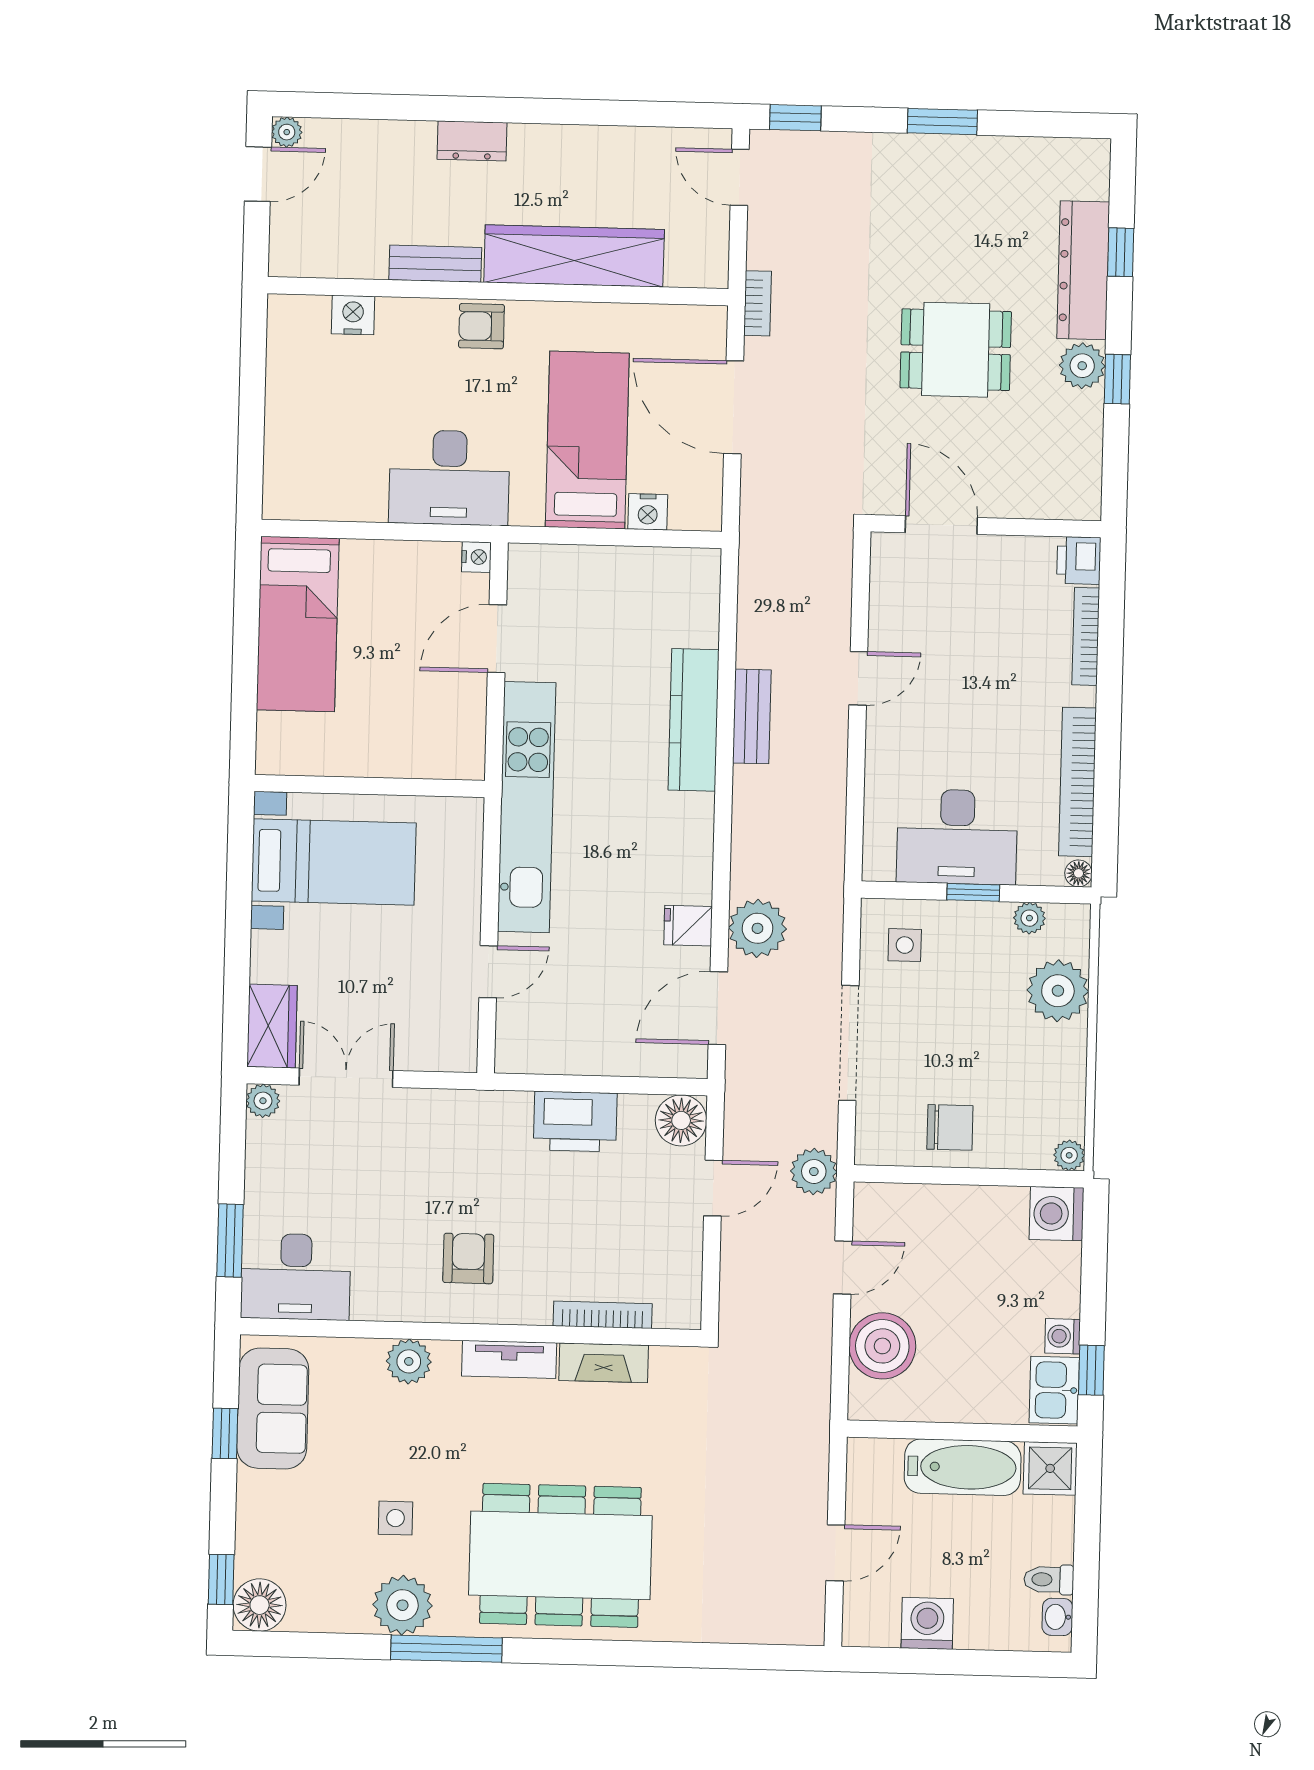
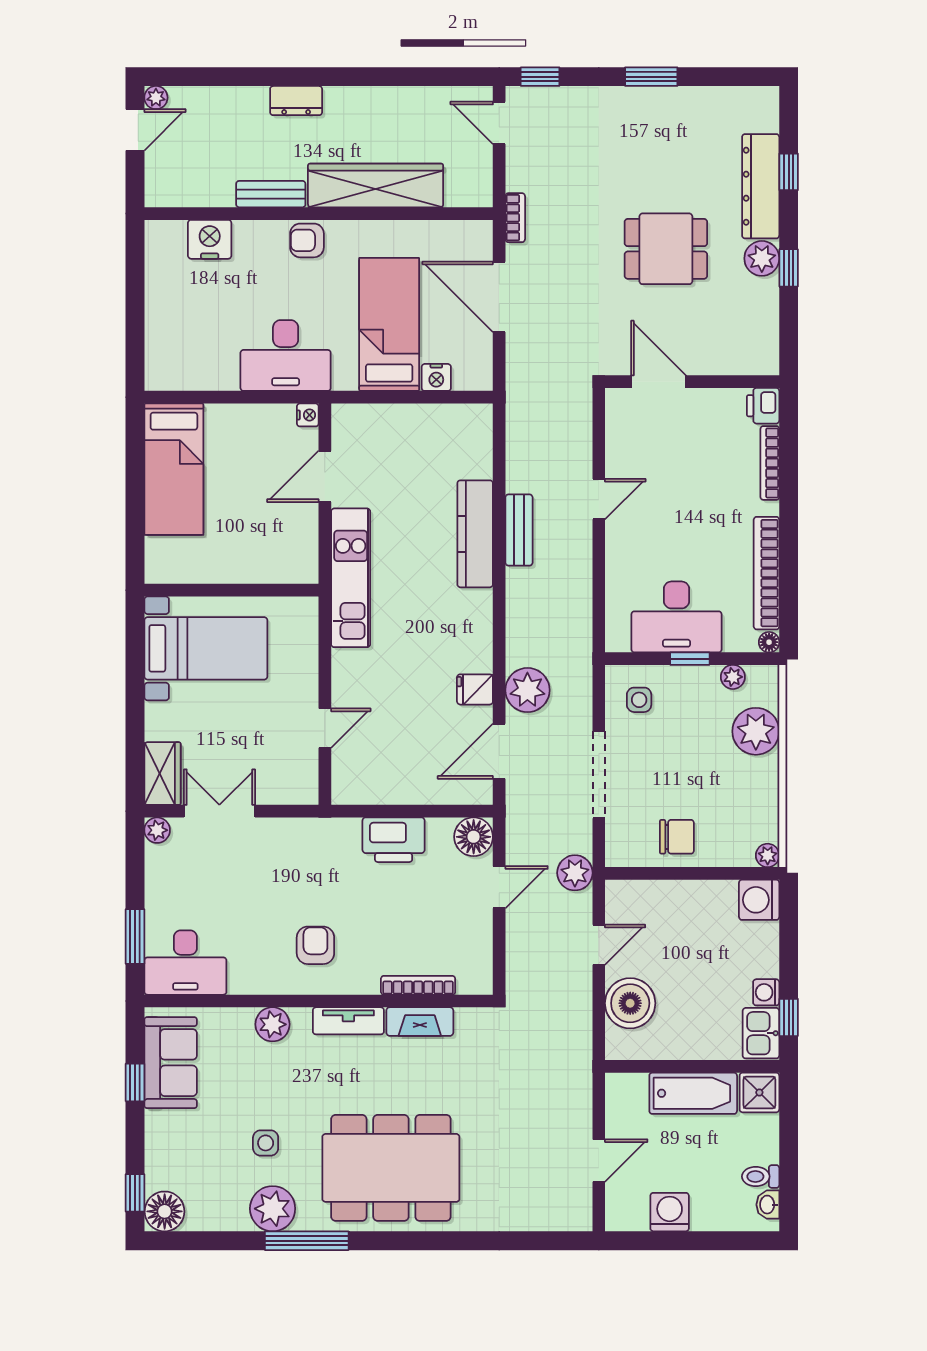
nightstand: (353, 315) -> (210, 239), width x1.36, depth x1.33
kitchen unit: (527, 807) -> (351, 578), width x0.73

